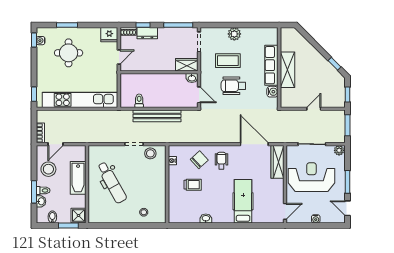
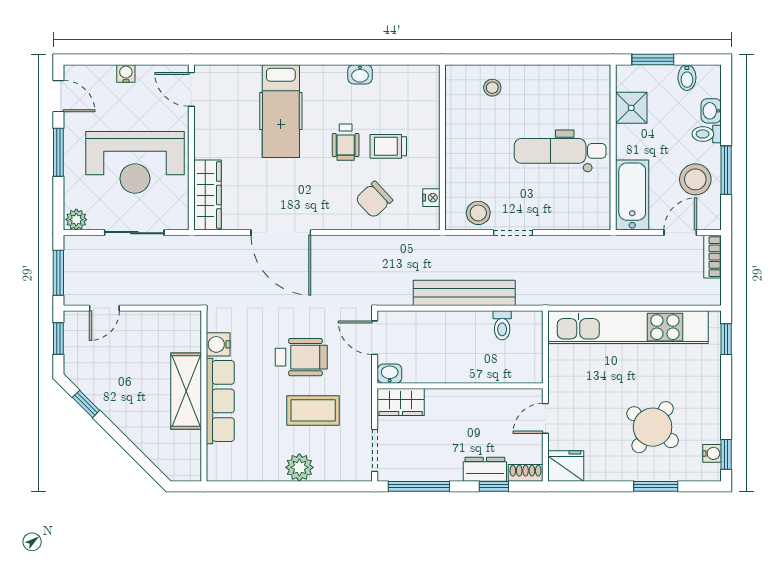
round table: (69, 53) -> (653, 427), turned 36
door: (314, 109) -> (104, 308), moved
door: (254, 144) -> (281, 233), moved
wheelchair: (221, 161) -> (346, 142), moved
bathtub: (78, 178) -> (632, 195), moved
dental chair: (112, 183) -> (560, 151), turned -61
window: (34, 192) -> (726, 170), moved
door: (285, 211) -> (191, 89), hinge flipped
shower: (79, 215) -> (631, 108), moved

